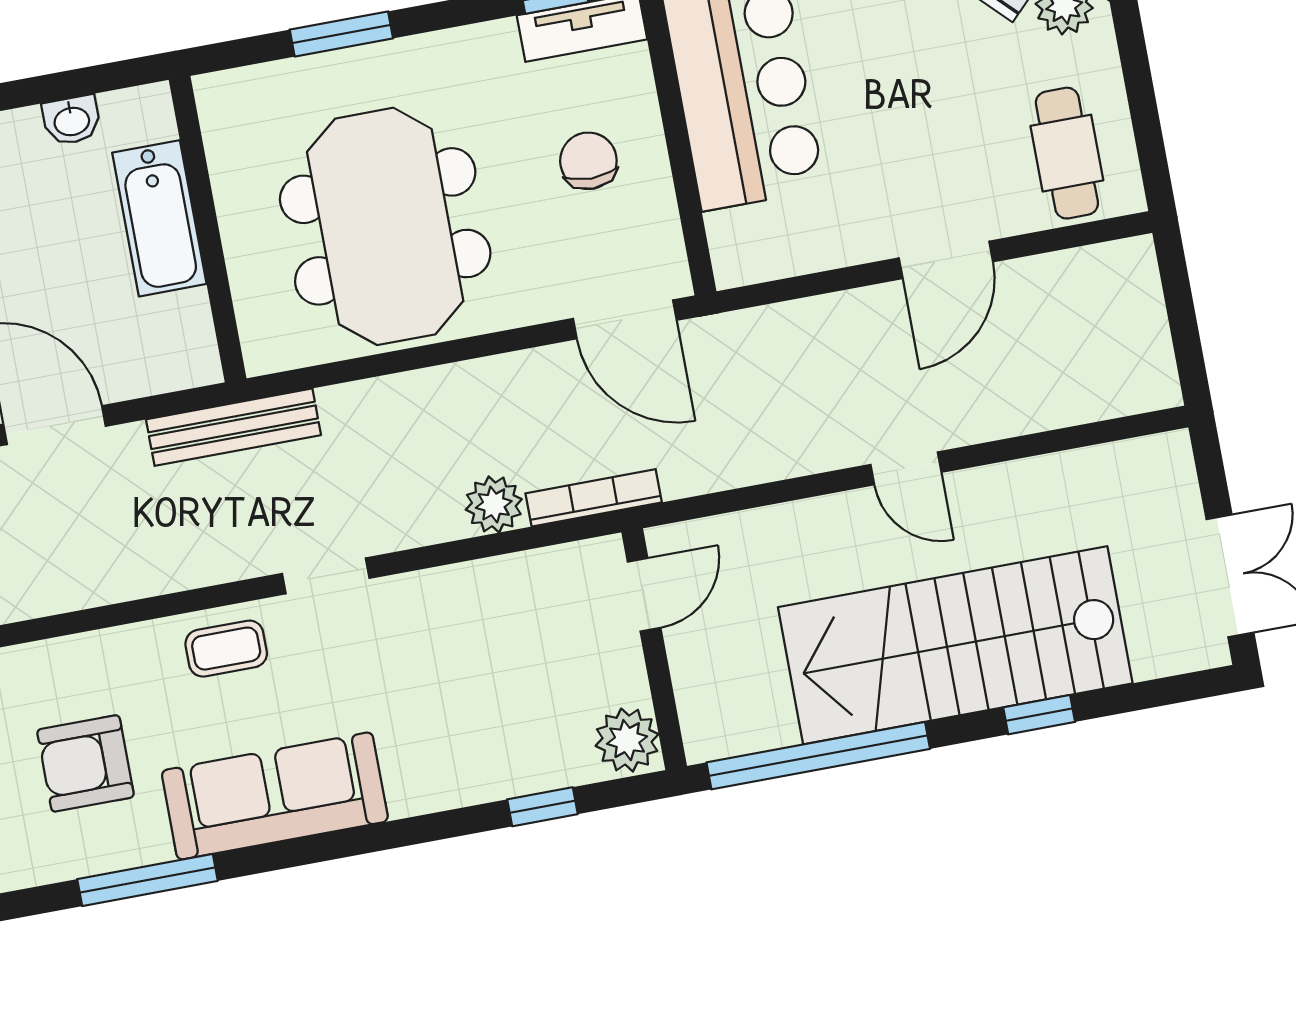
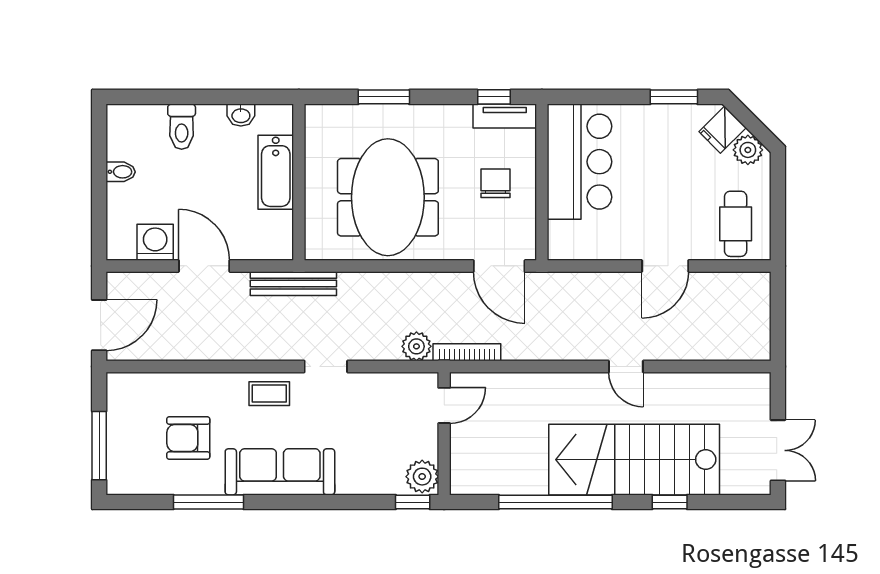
door: (644, 595) -> (444, 405), moved
wall: (654, 649) -> (444, 434), moved
plant: (627, 740) -> (422, 477), moved

